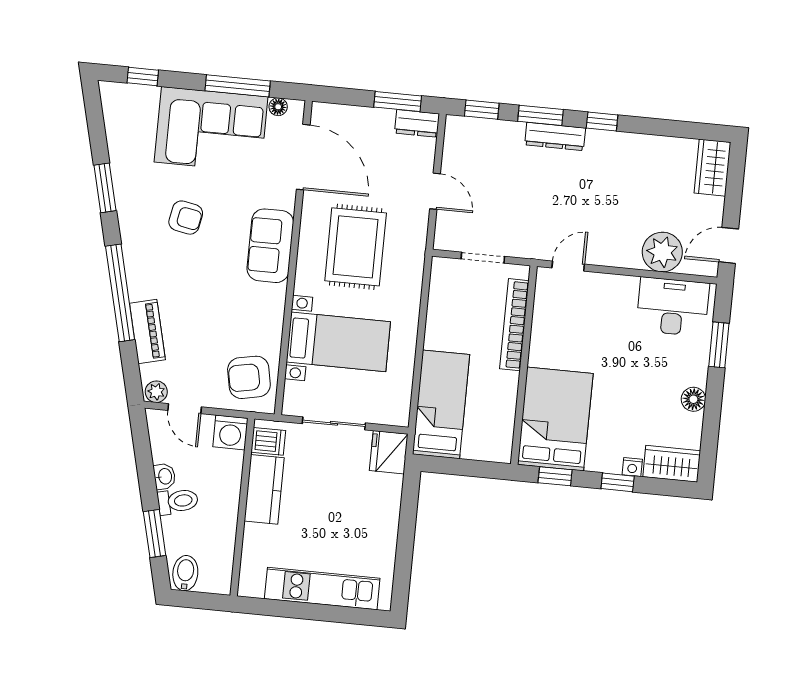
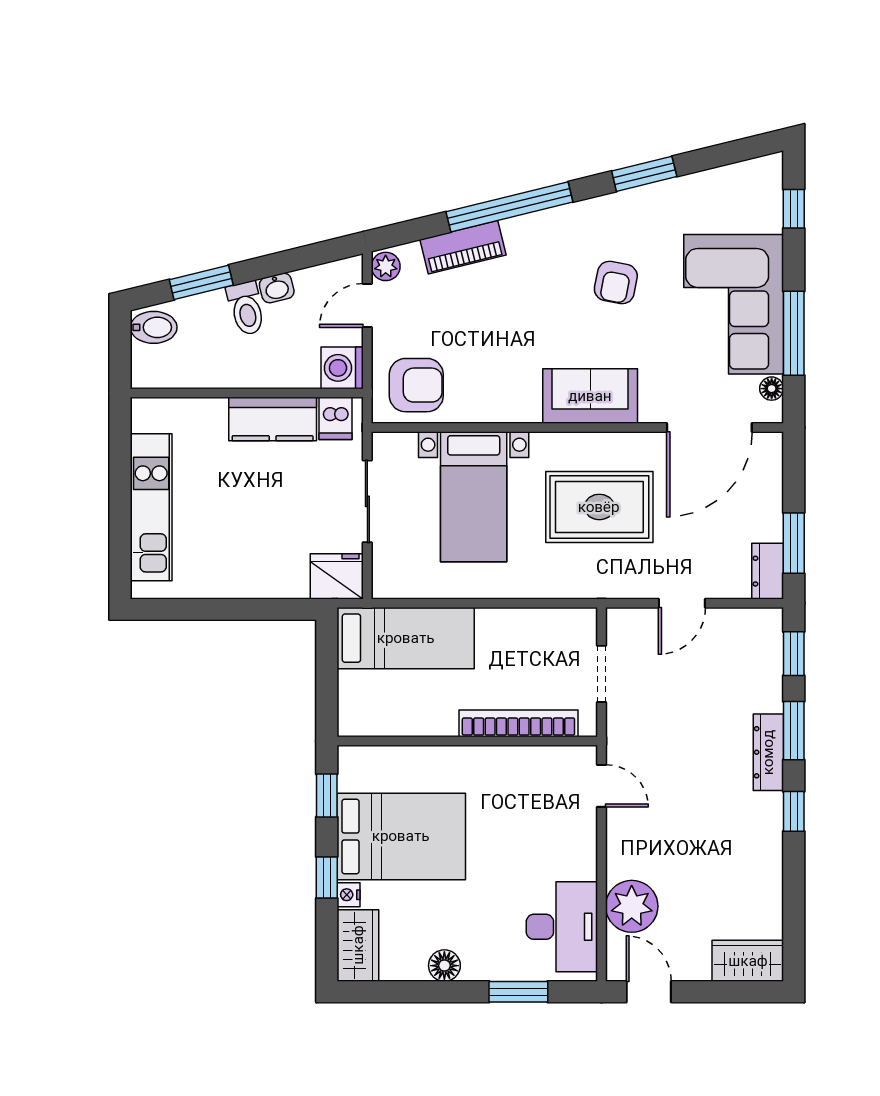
armchair: (249, 377) -> (416, 385), turned 101
bed: (555, 419) -> (401, 836), moved

